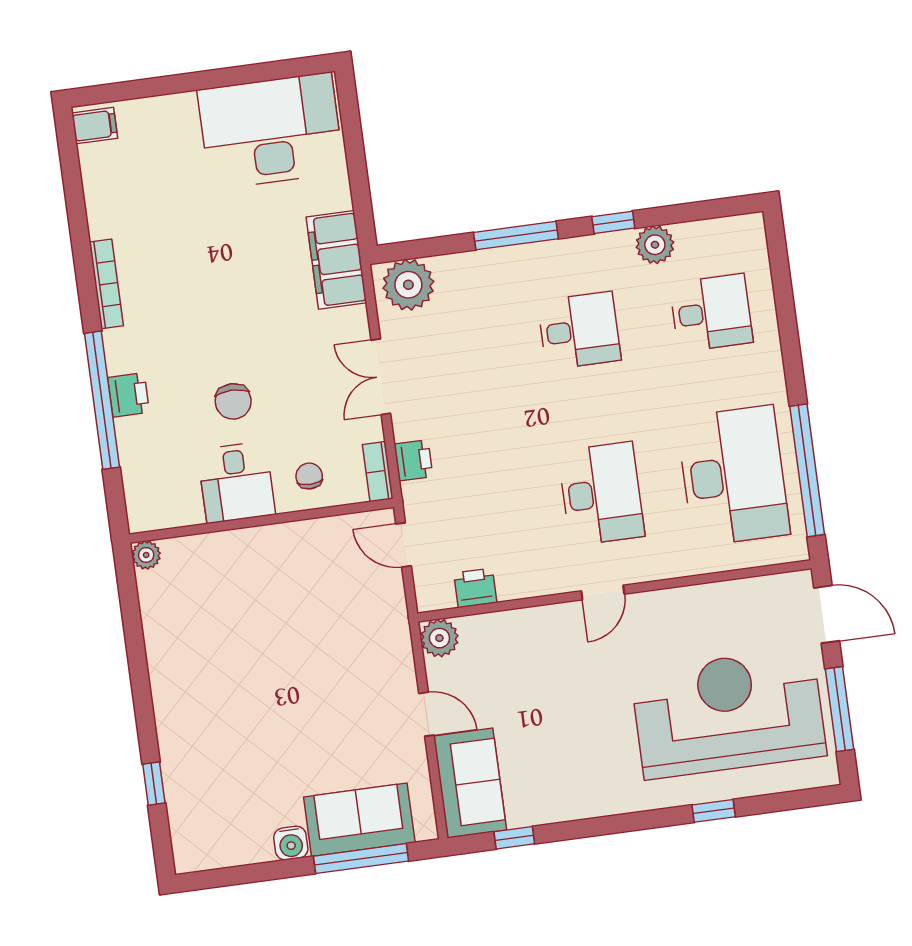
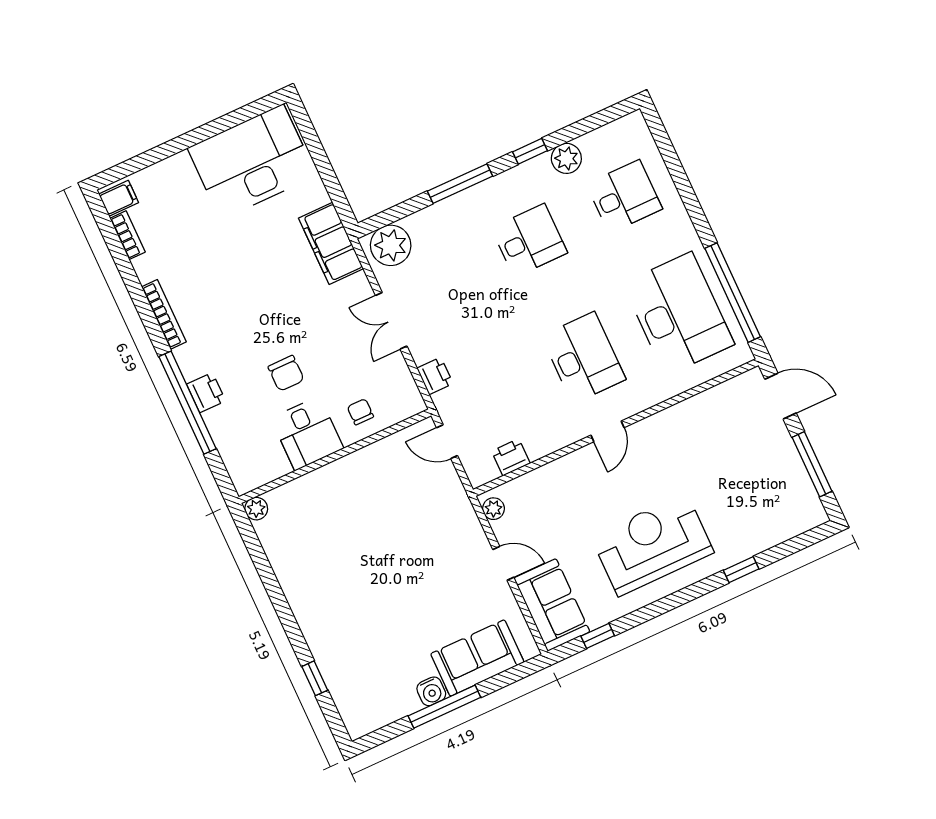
bookcase: (378, 472) -> (128, 235), moved, turned 180
plant: (439, 638) -> (494, 509), width x0.73, depth x0.73
reception desk: (728, 713) -> (652, 545), moved, width x0.74, depth x0.77
window: (361, 859) -> (444, 707), moved

